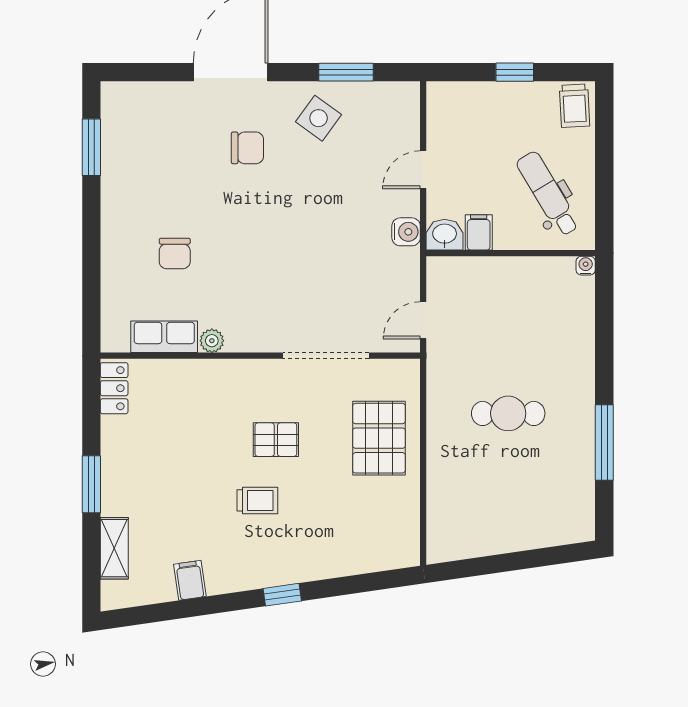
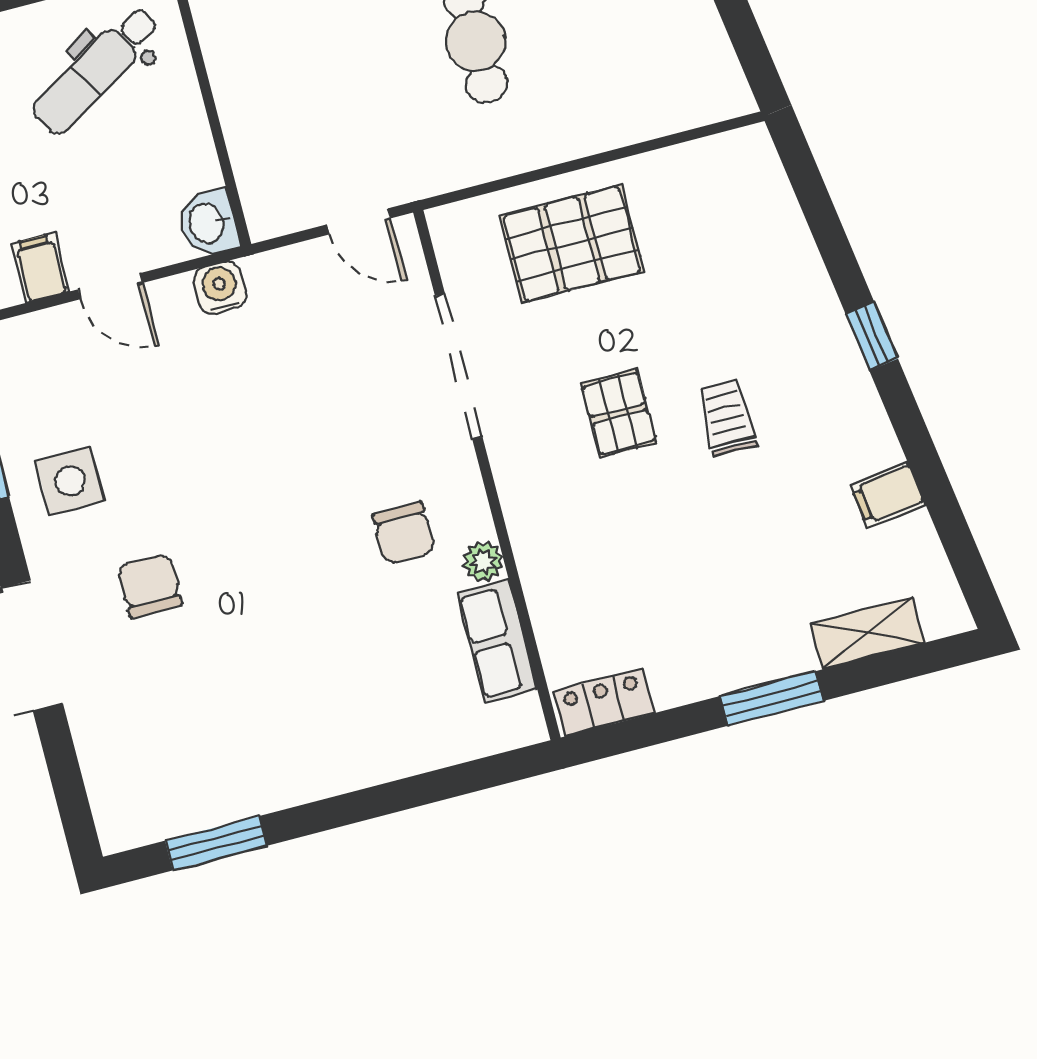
side table: (319, 118) -> (70, 481), turned -36
filing cabinet: (479, 232) -> (40, 268), moved, turned 90
chair: (175, 254) -> (404, 533), moved, turned 90

